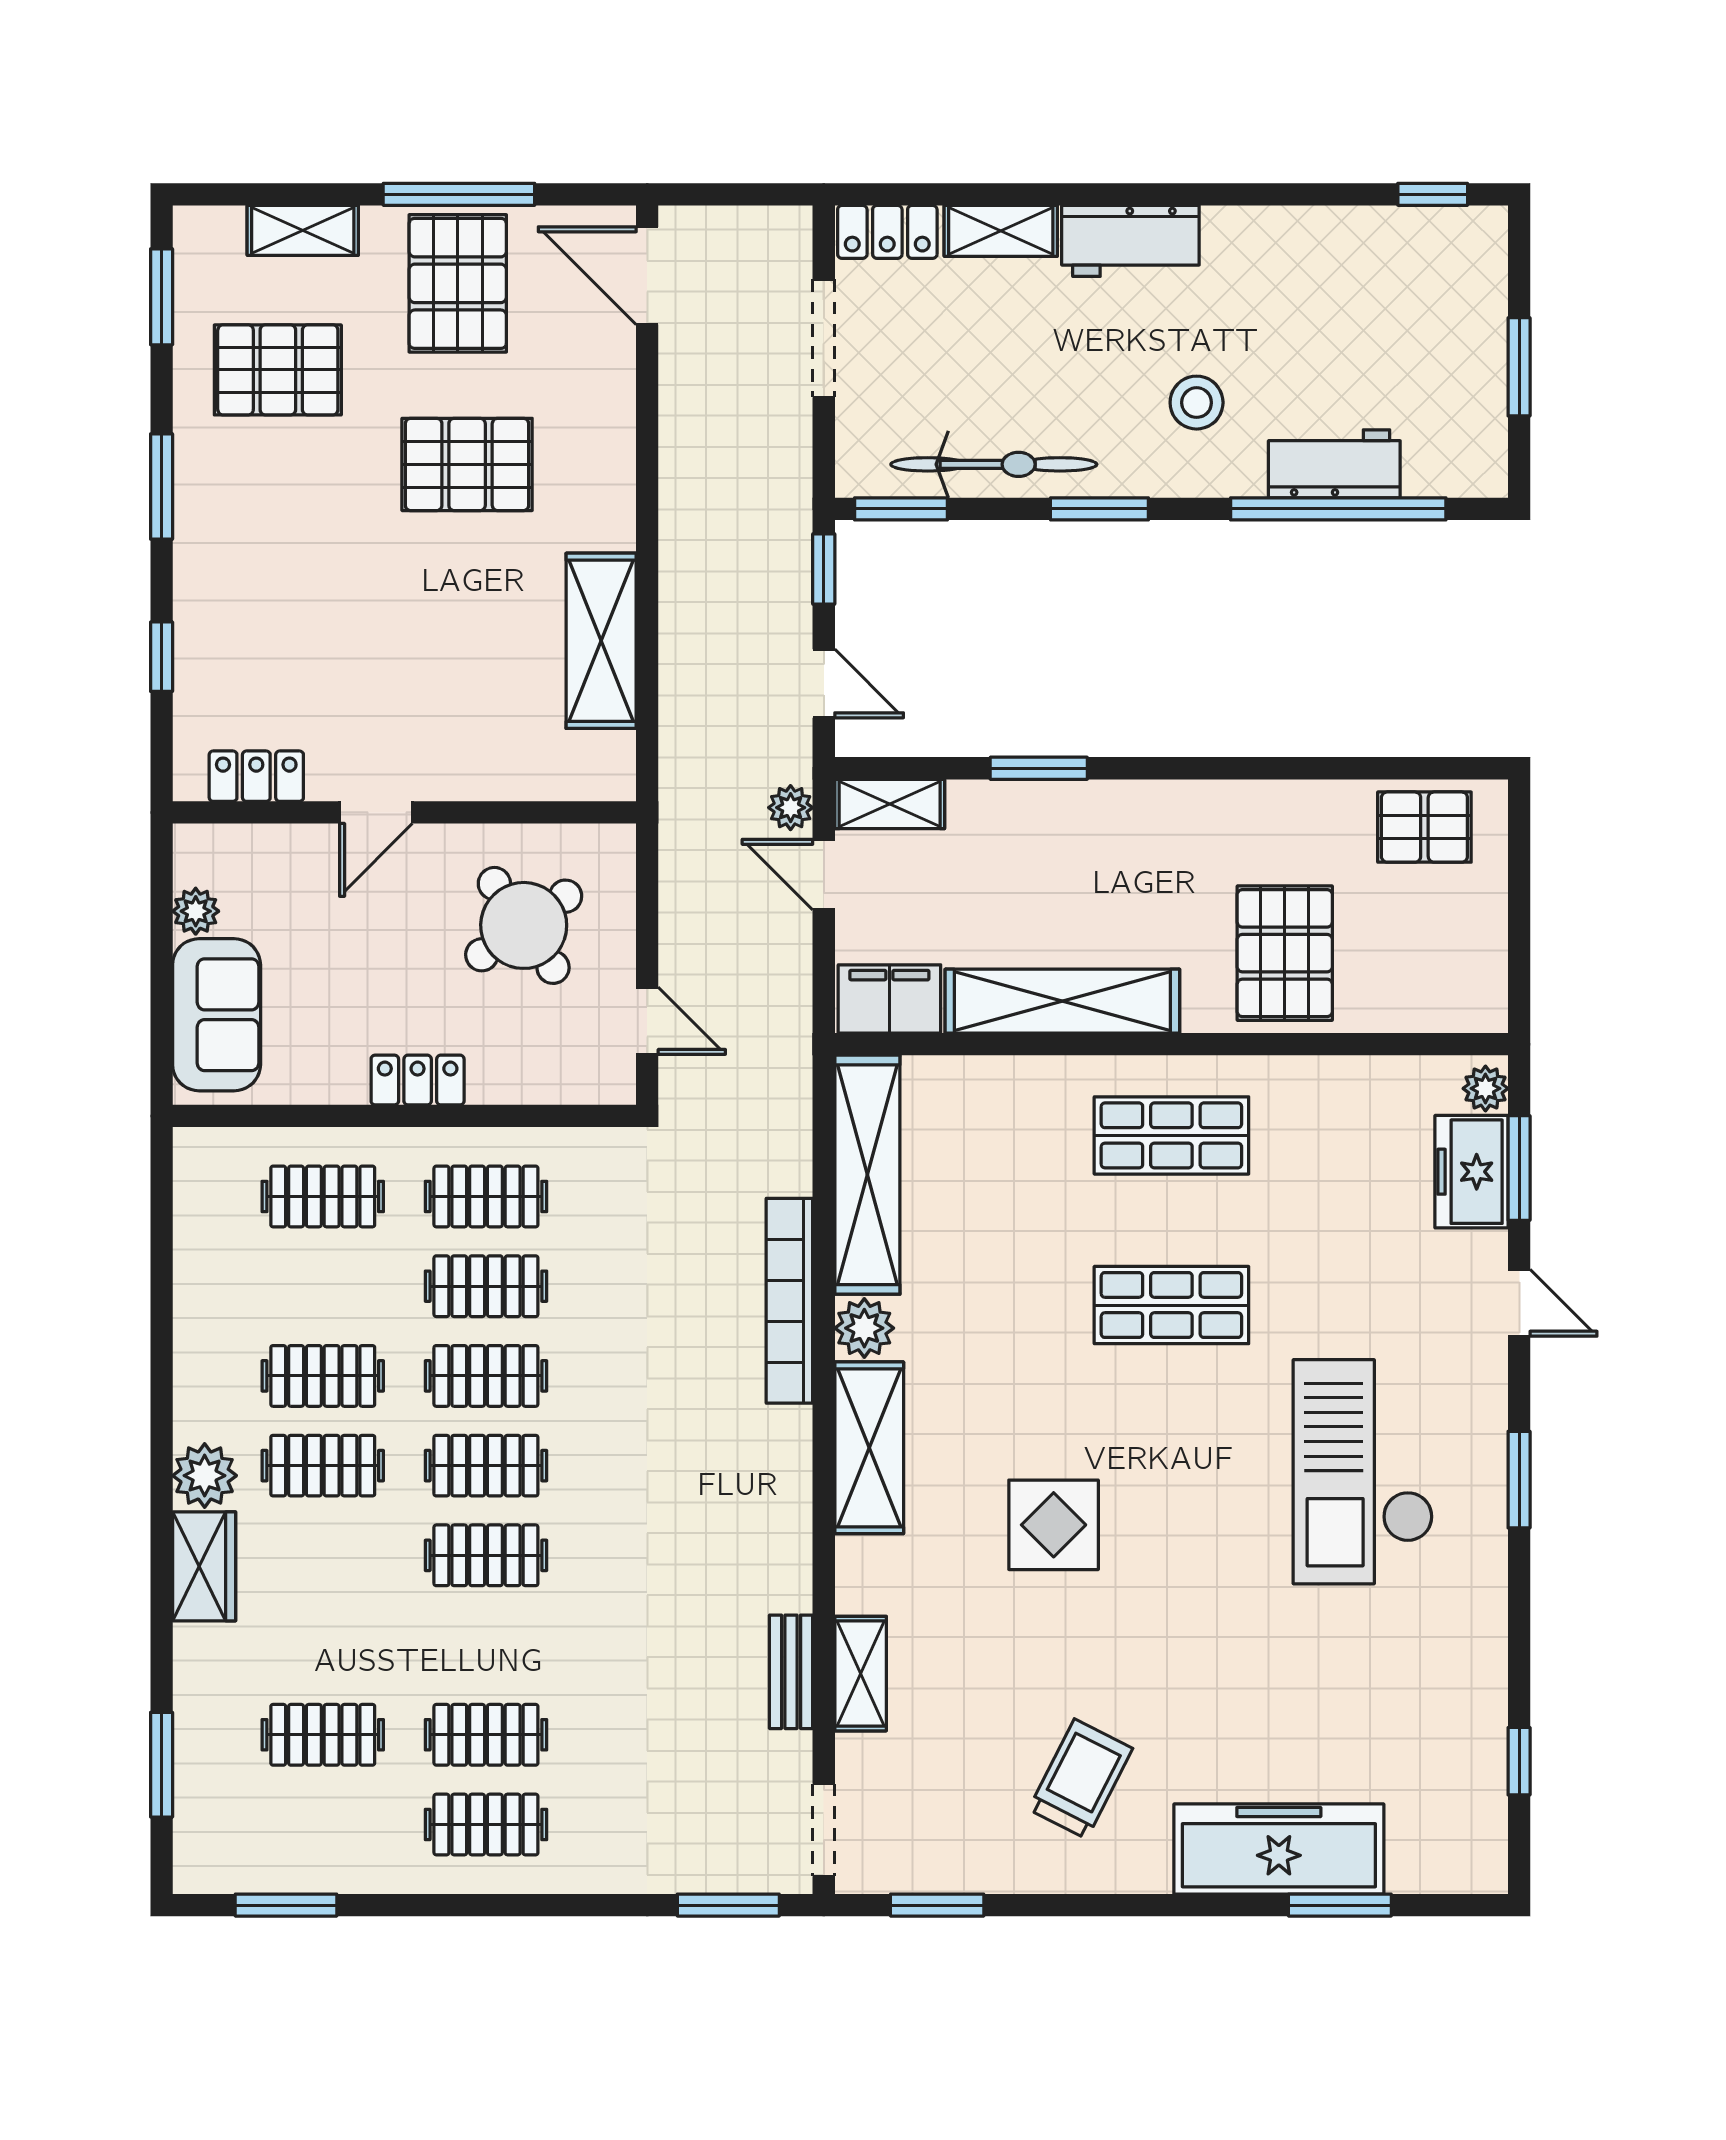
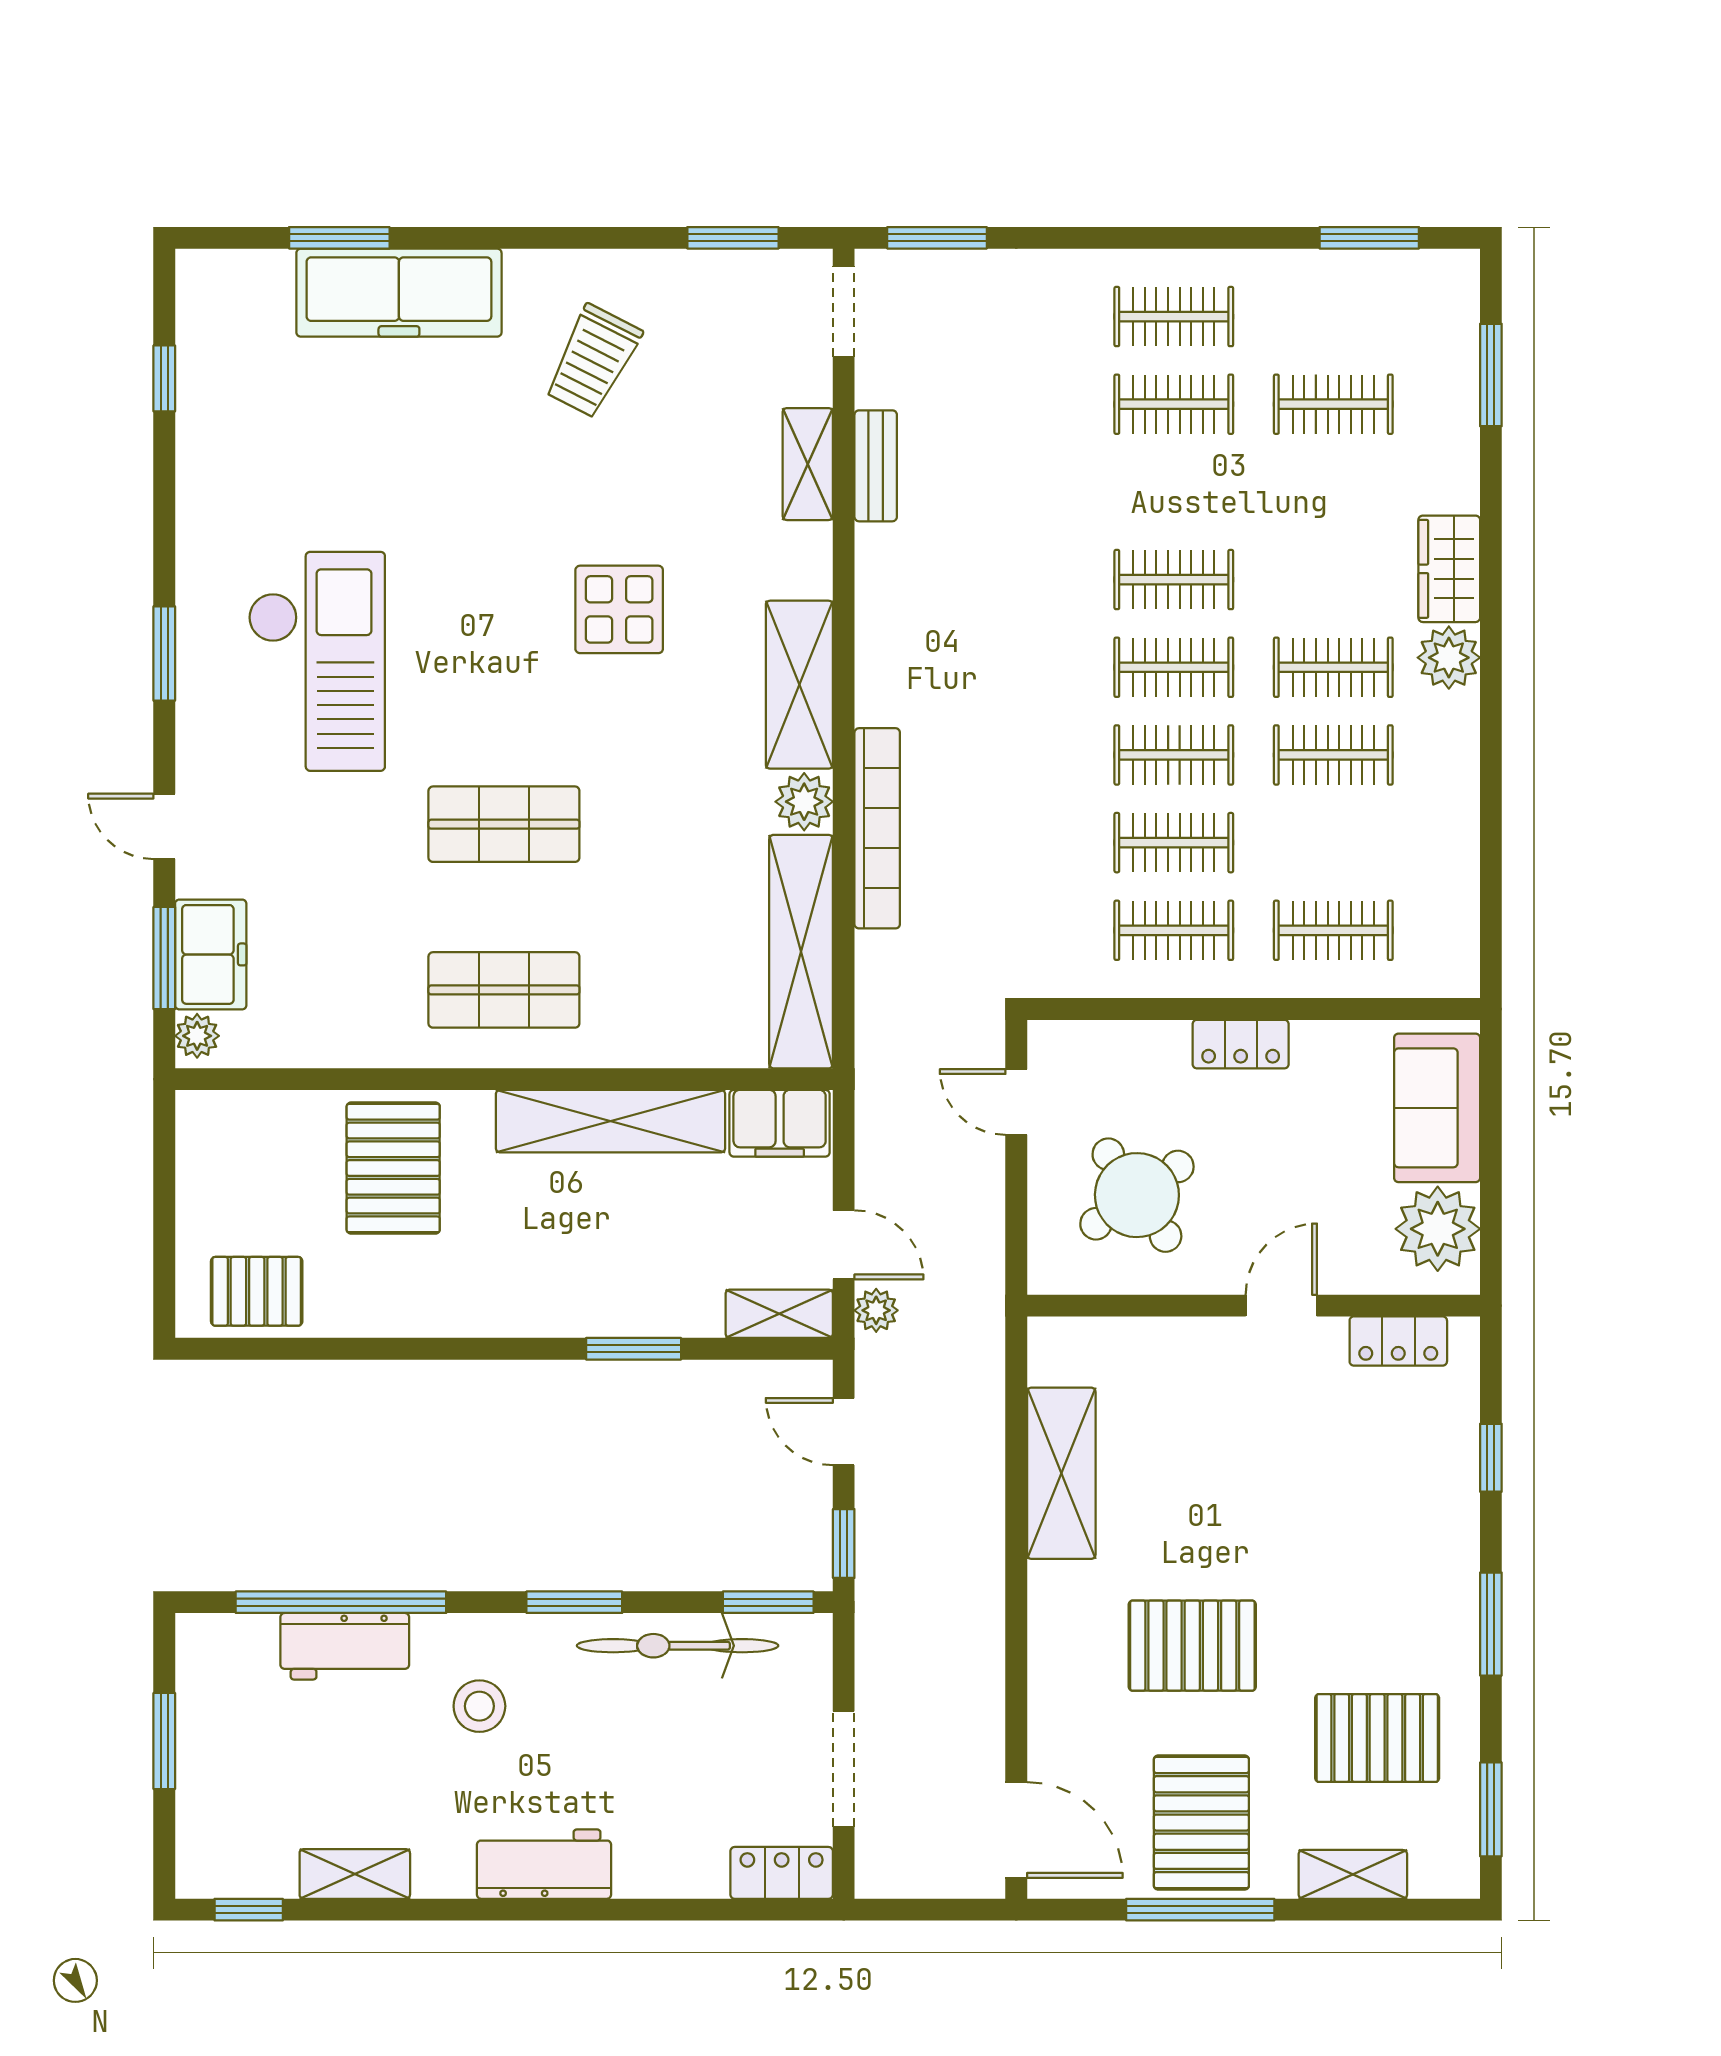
shelving: (1001, 231) -> (355, 1874), moved
plant: (196, 911) -> (1438, 1229), width x1.88, depth x1.88

